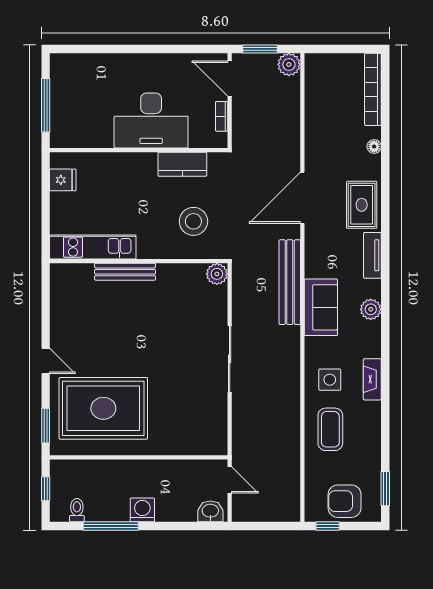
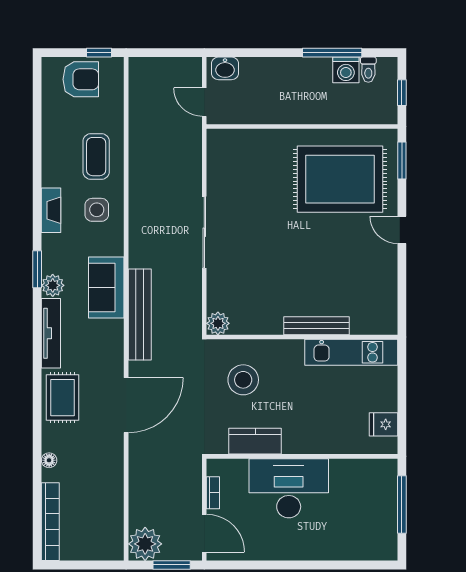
plant: (289, 64) -> (145, 544), width x1.36, depth x1.36
tv unit: (372, 255) -> (51, 333), width x1.41
window: (385, 489) -> (37, 269), moved
washing machine: (142, 510) -> (346, 70), moved

